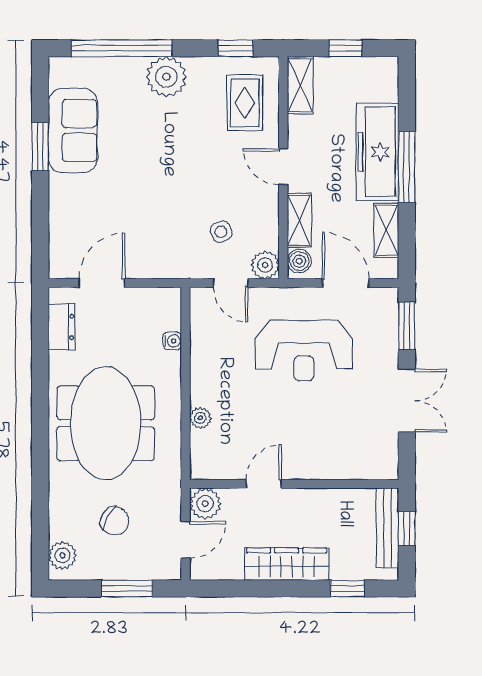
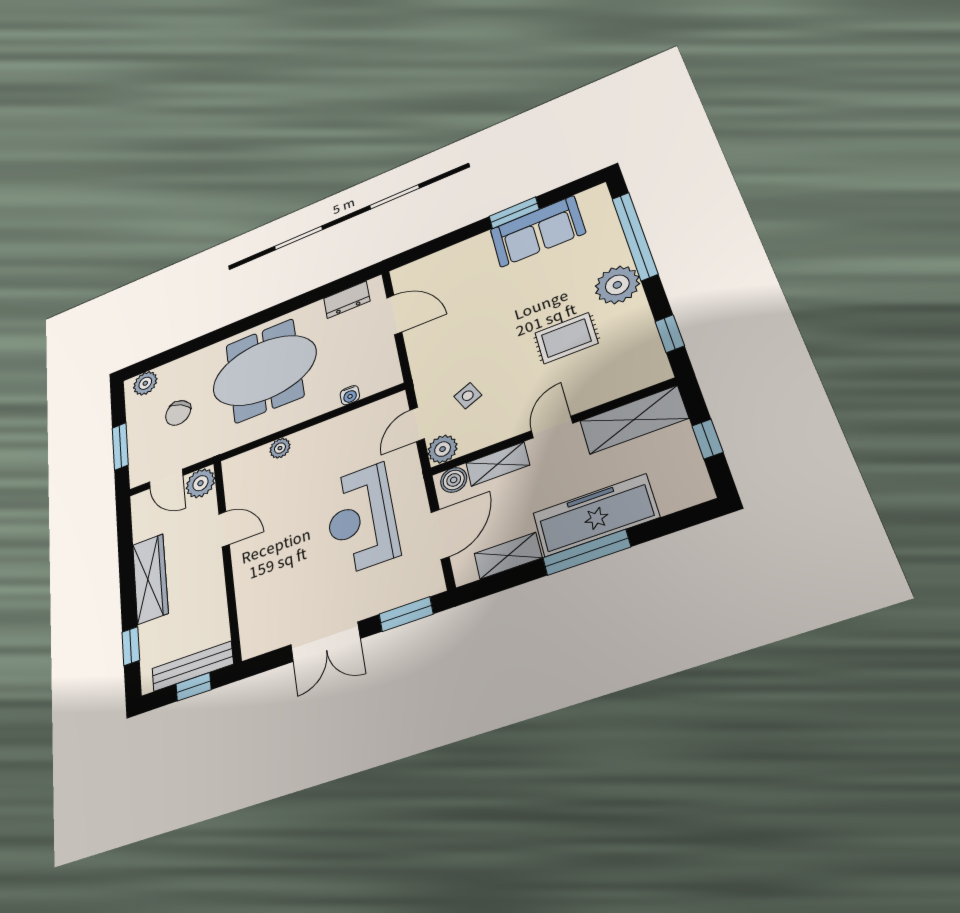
shelving: (300, 85) -> (634, 420), width x1.50, depth x1.33
rug: (245, 103) -> (566, 338), moved

